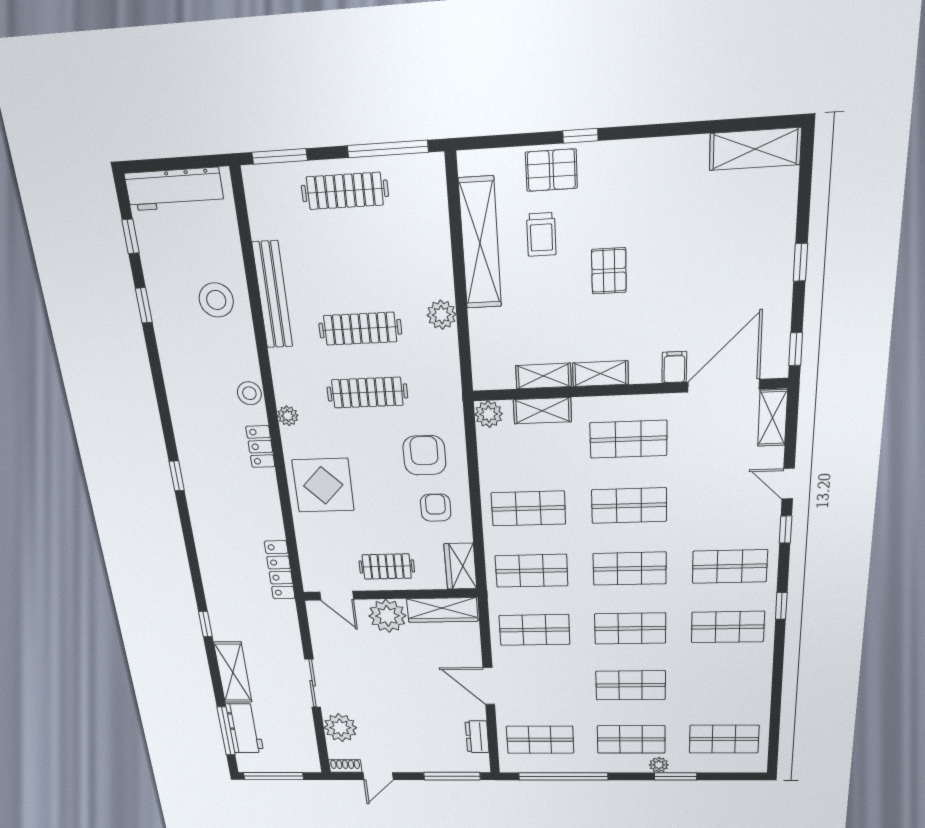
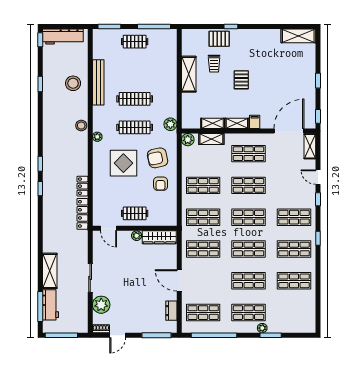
clothes rail: (345, 191) -> (135, 42), width x0.73
window: (131, 236) -> (40, 40), moved
shelving: (480, 243) -> (189, 74), width x0.68
plant: (442, 315) -> (170, 124), moved
filing cabinet: (674, 367) -> (255, 122), moved
locker: (260, 447) -> (82, 186), moved
armchair: (424, 455) -> (158, 158), turned -102
display table: (323, 485) -> (123, 163), moved
armchair: (436, 508) -> (161, 184), turned 180
wardrobe: (460, 566) -> (170, 214), removed
plant: (387, 616) -> (137, 236), width x0.53, depth x0.53
window: (205, 624) -> (40, 189), moved
shop shelf: (724, 739) -> (294, 281), moved

